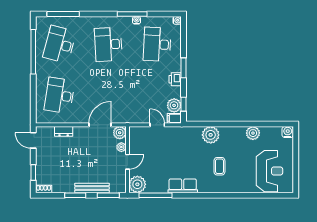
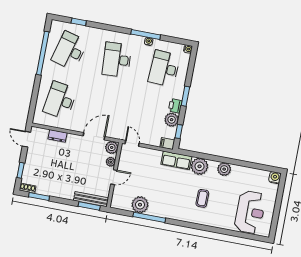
window: (63, 14) -> (79, 22), width x0.46
plant: (174, 105) -> (172, 120), moved
door: (157, 125) -> (132, 143), moved
plant: (253, 133) -> (224, 169), moved
plant: (137, 184) -> (140, 205), moved
row of seats: (183, 186) -> (176, 160), moved, turned 180
bench: (92, 188) -> (91, 199), moved
window: (75, 195) -> (39, 197), moved
window: (156, 195) -> (149, 217), moved

